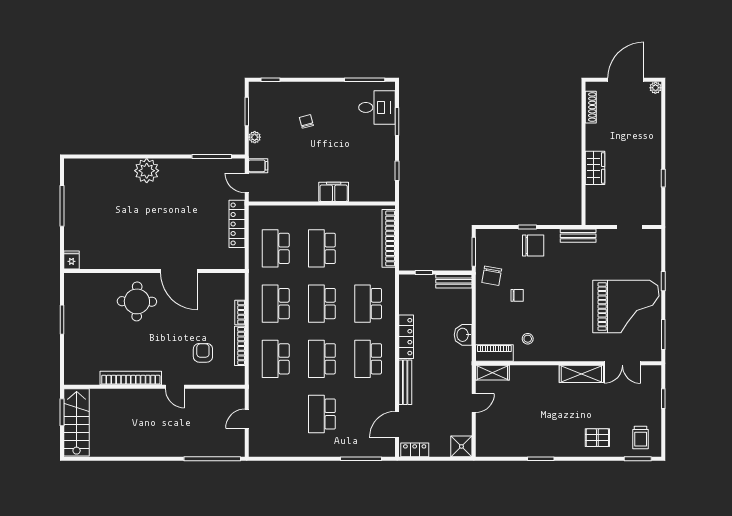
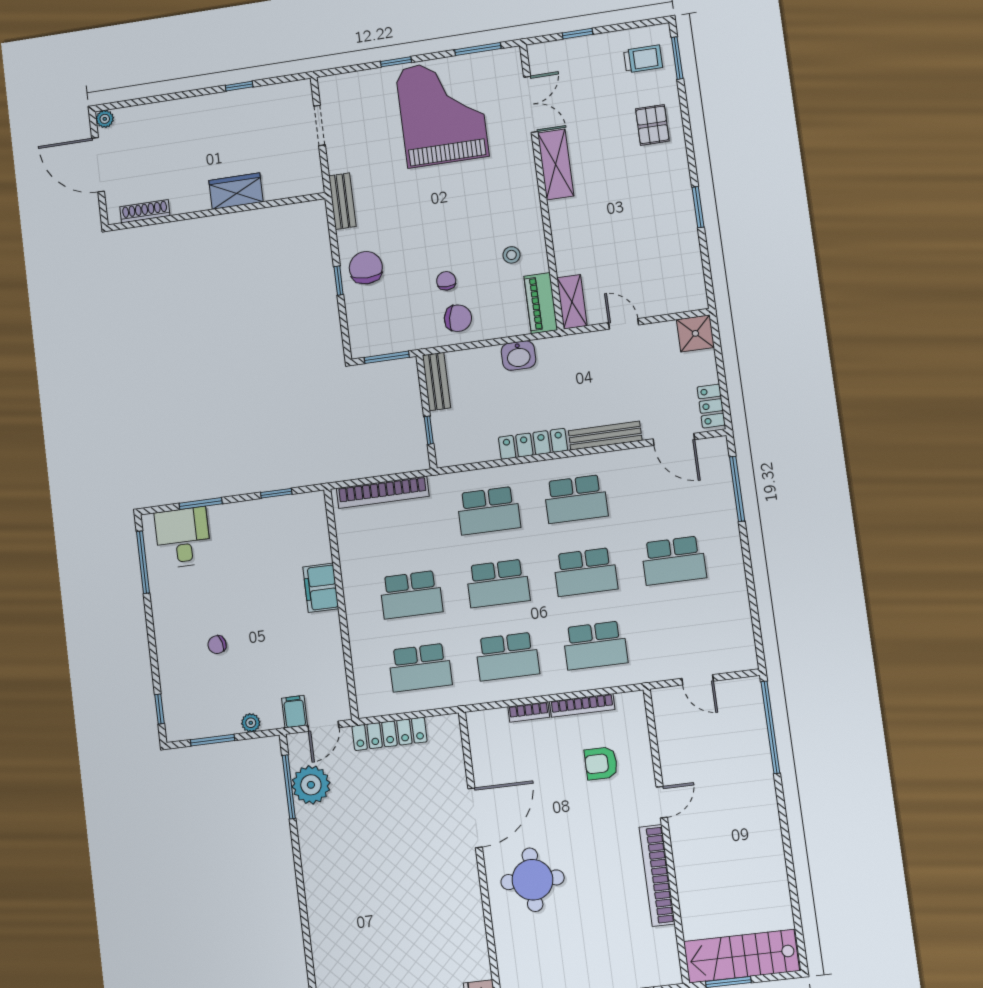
plant: (147, 171) -> (311, 785), moved
chair: (492, 276) -> (458, 318), moved

